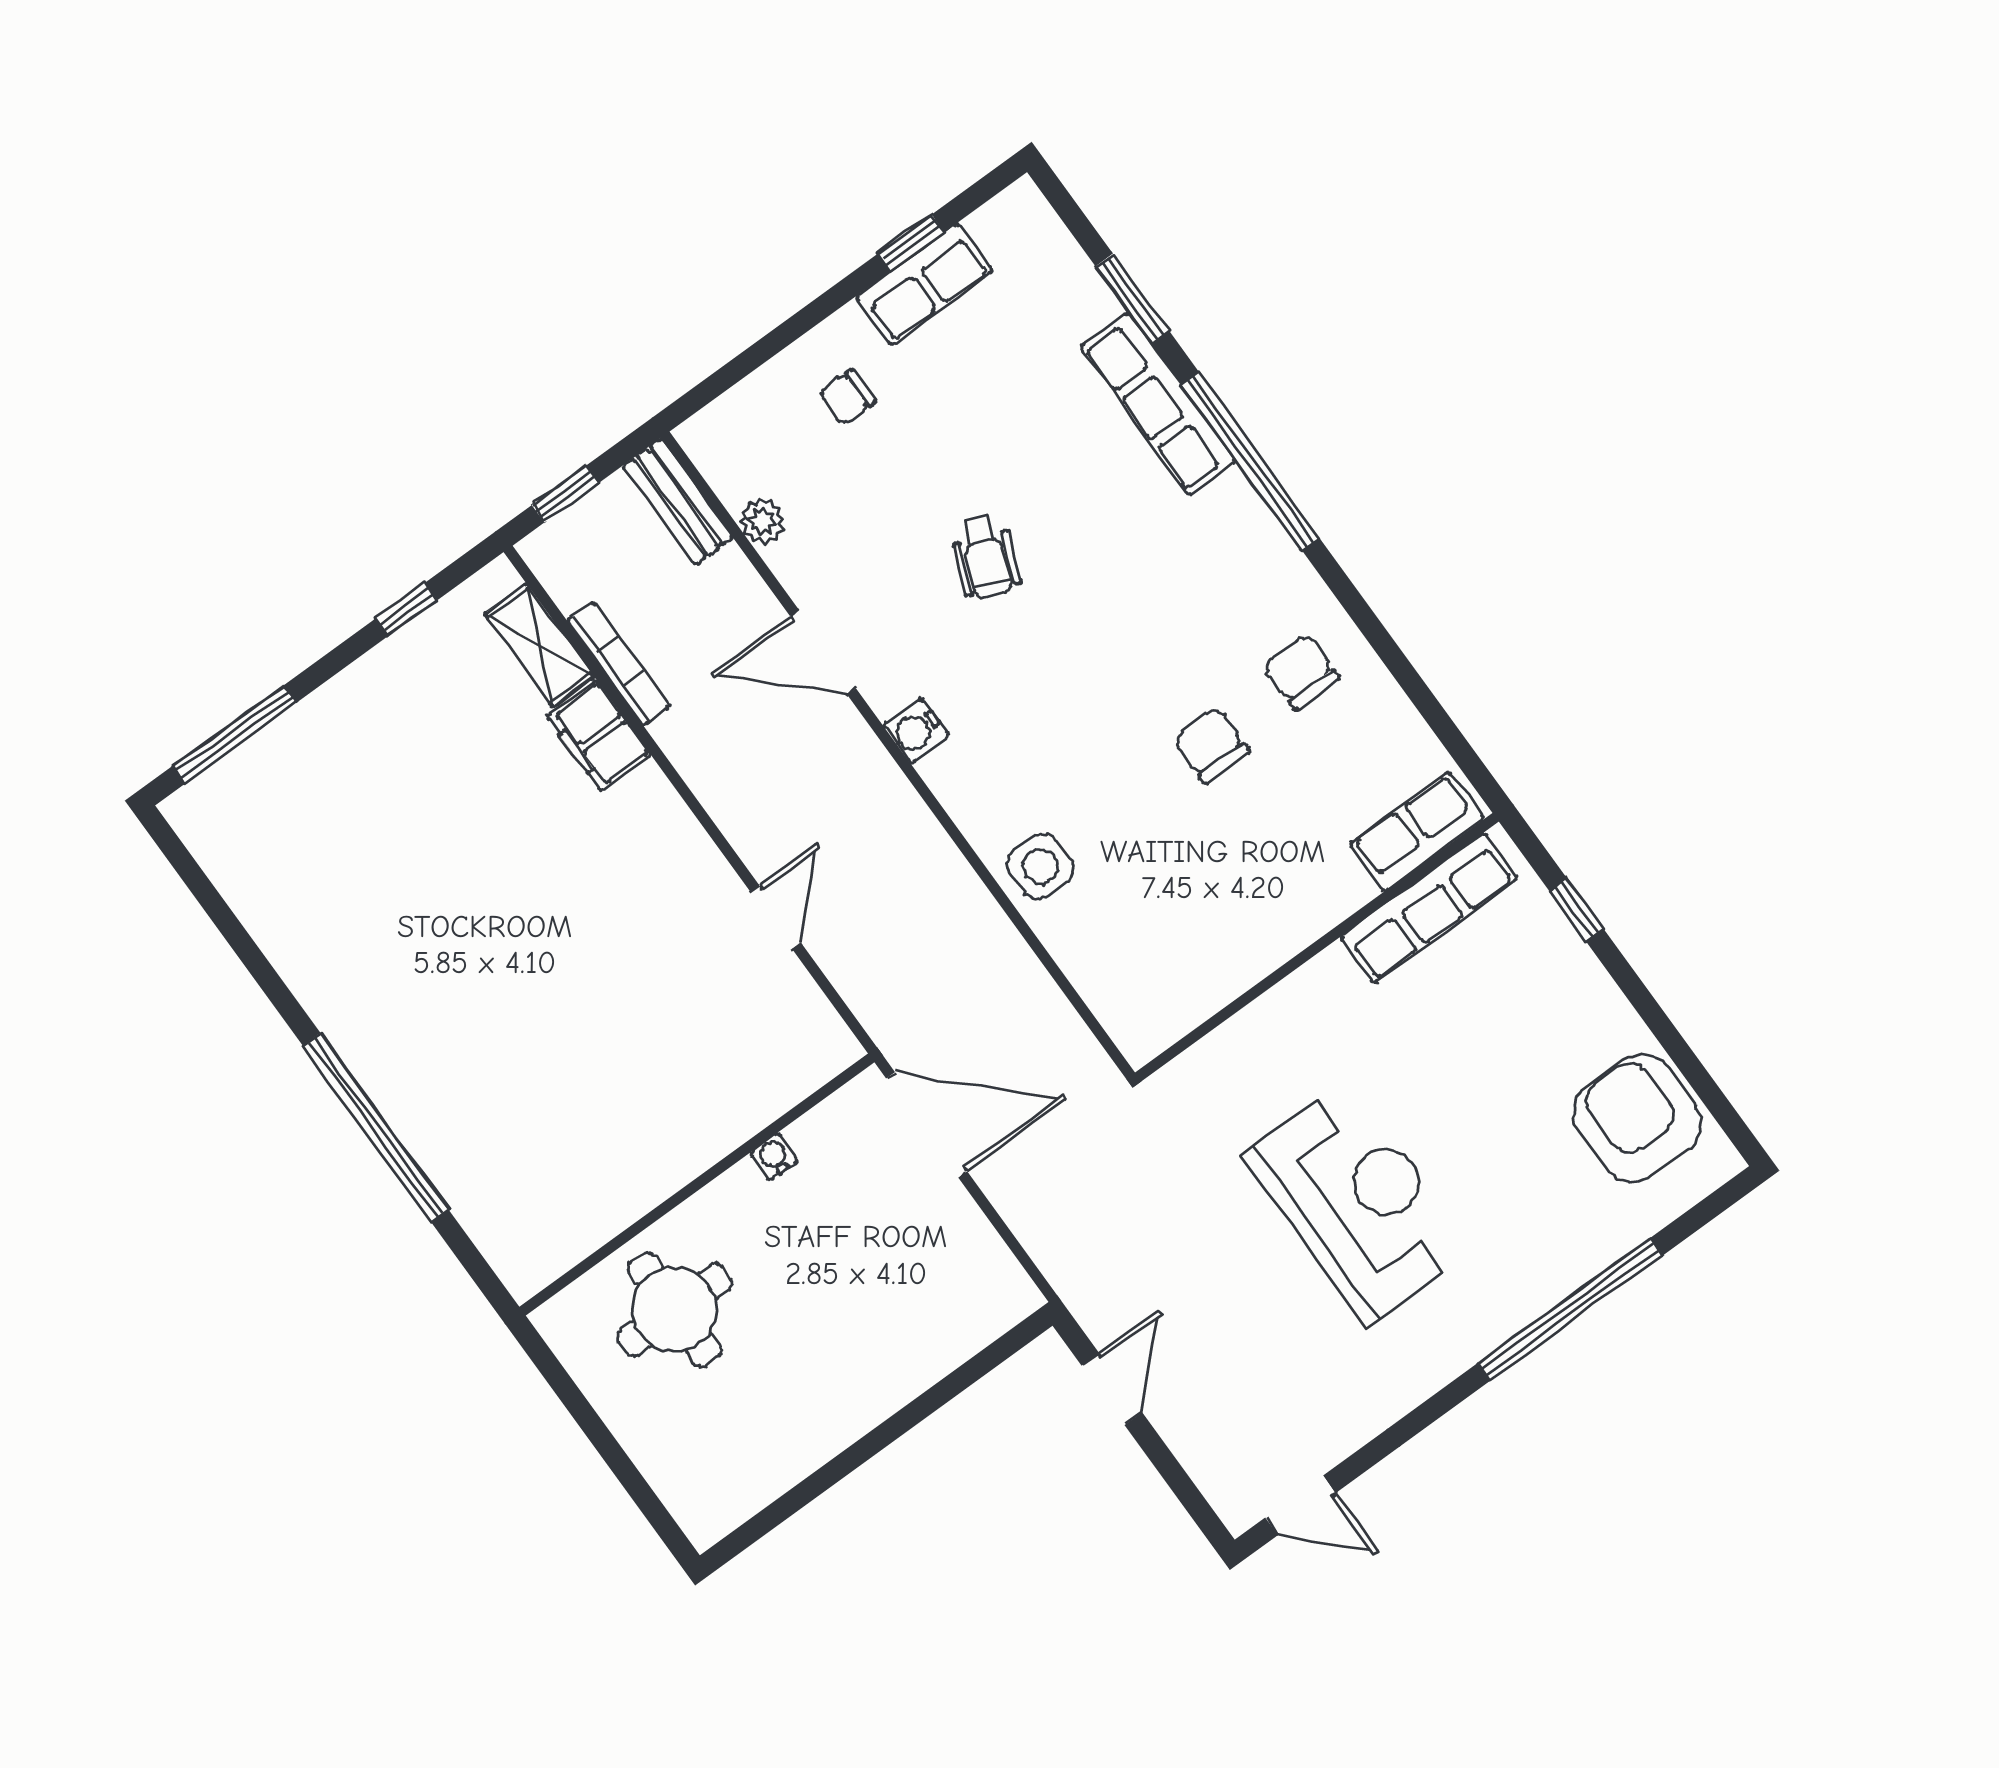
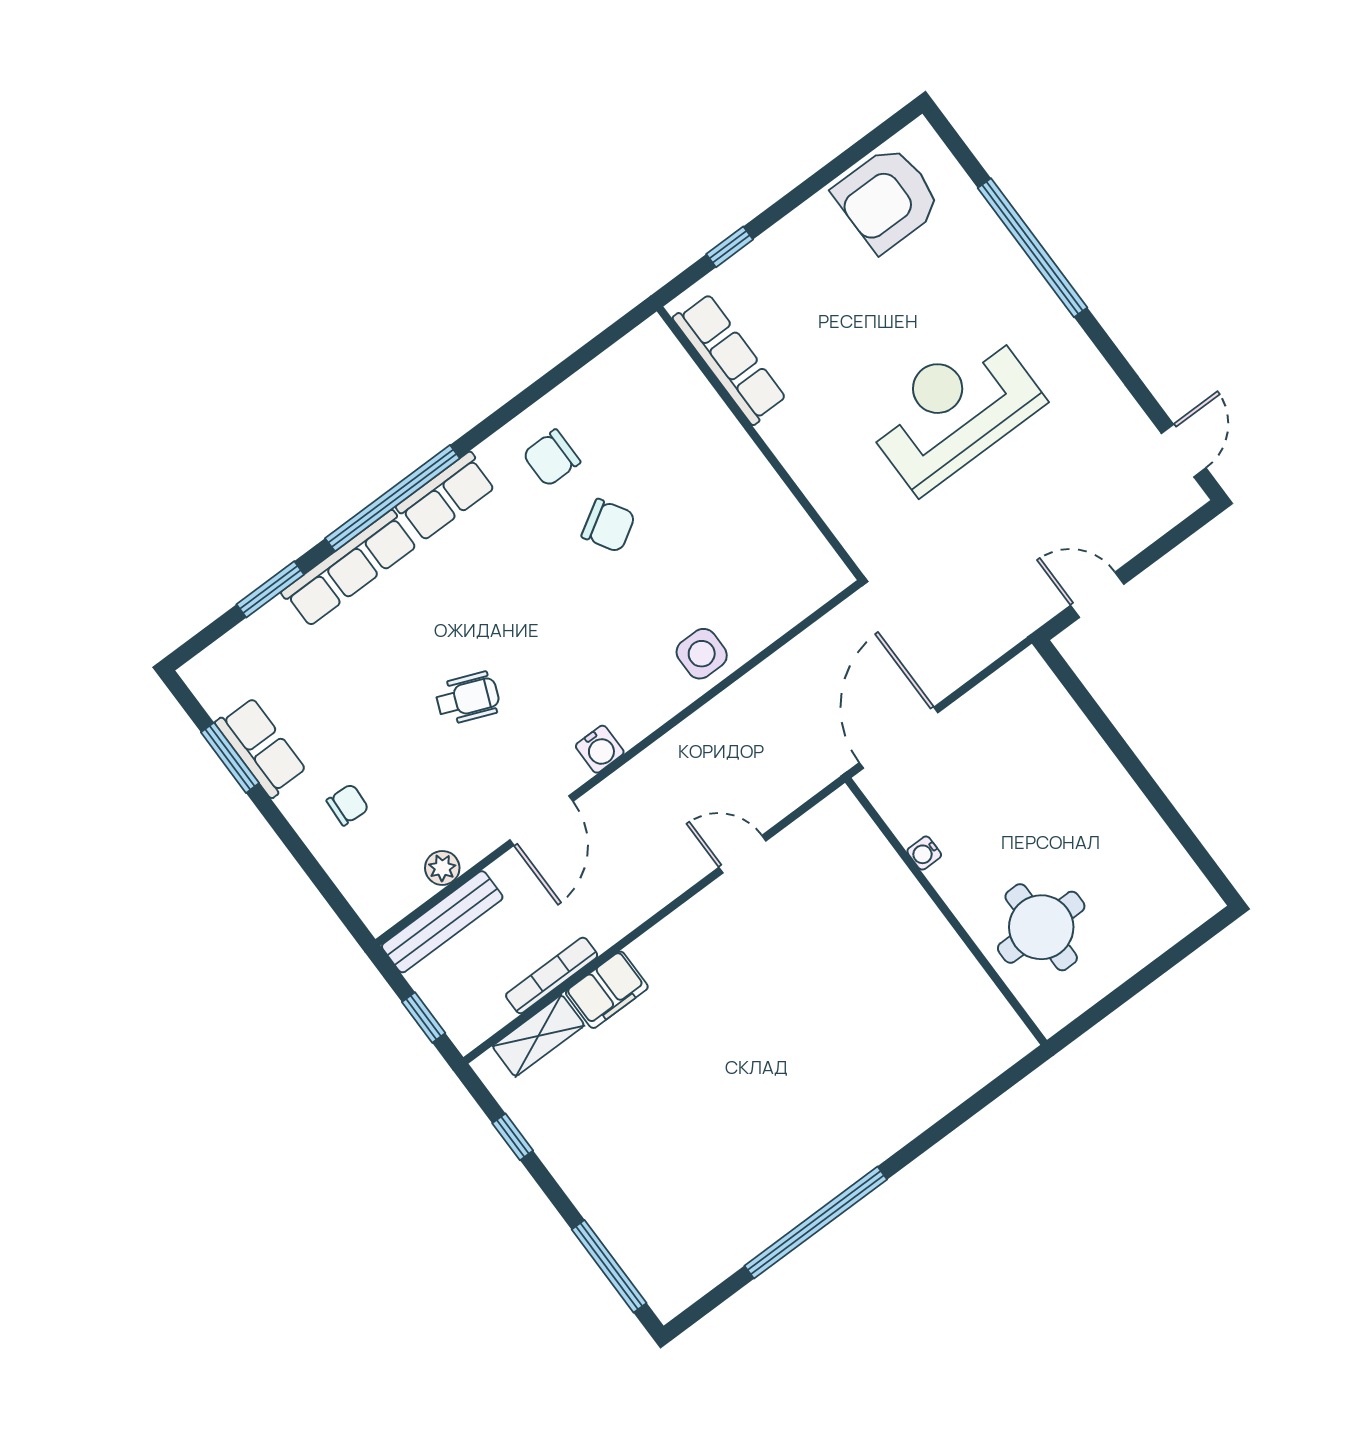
window: (911, 243) -> (230, 758), width x1.50
chair: (847, 397) -> (348, 805), turned -87
bench: (678, 502) -> (442, 922), width x1.36
chair: (1211, 746) -> (608, 525), turned -121
row of seats: (1417, 831) -> (446, 497), moved, turned -90
window: (376, 1128) -> (816, 1223), moved

